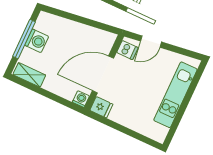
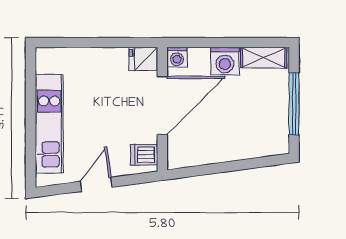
washing machine: (37, 41) -> (225, 61), moved, turned -90
door: (151, 42) -> (96, 184), moved

